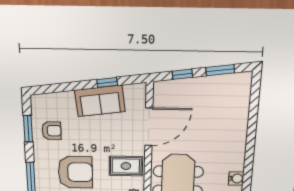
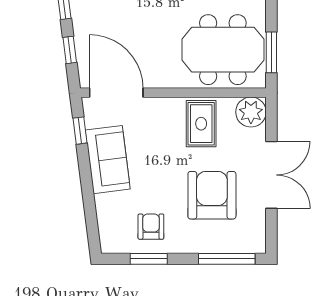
window: (107, 82) -> (80, 131), moved
door: (149, 127) -> (116, 93), moved

